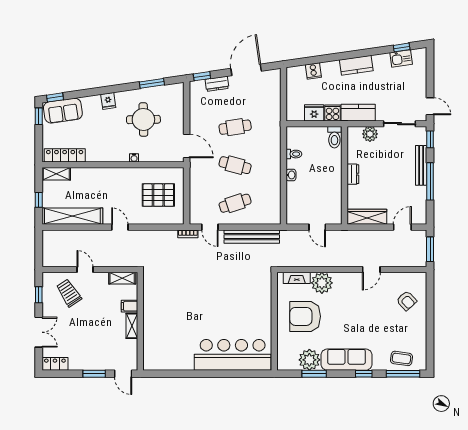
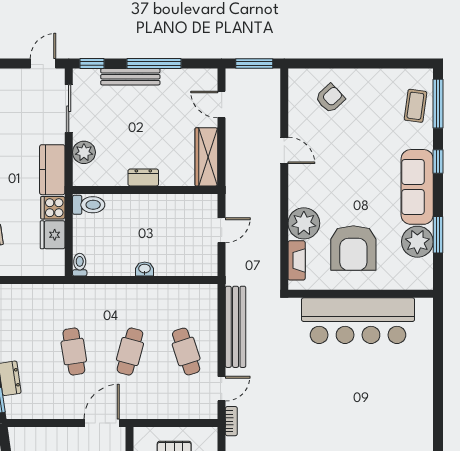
toilet: (294, 154) -> (80, 265), moved
bar counter: (233, 355) -> (358, 321), moved, turned -90

